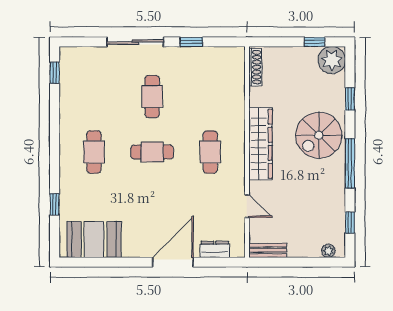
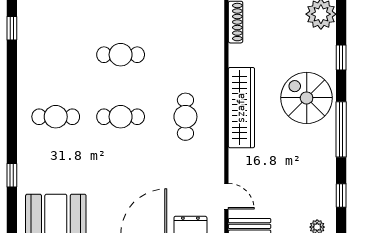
cafe table: (152, 96) -> (121, 55), turned 90
spiral stairs: (319, 135) -> (307, 98), turned 90
cafe table: (94, 152) -> (56, 117), turned 90
door: (247, 206) -> (226, 196), moved

